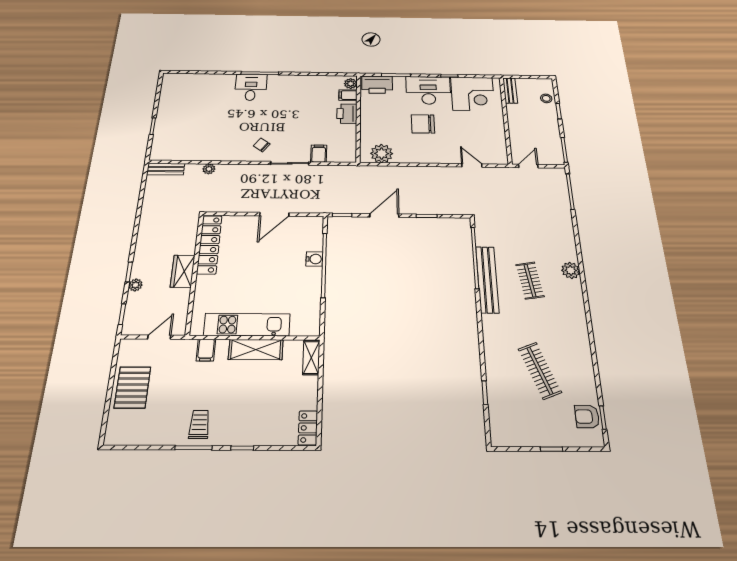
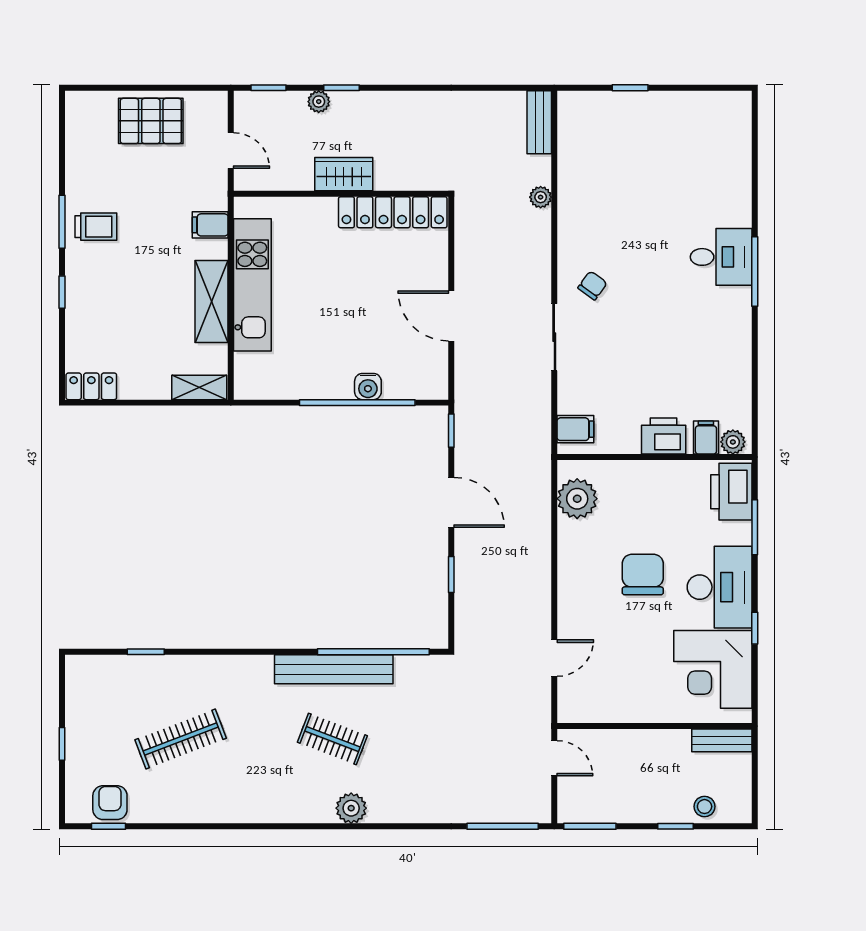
filing cabinet: (319, 154) -> (575, 429), moved
clothes rail: (530, 280) -> (332, 739), turned 30

